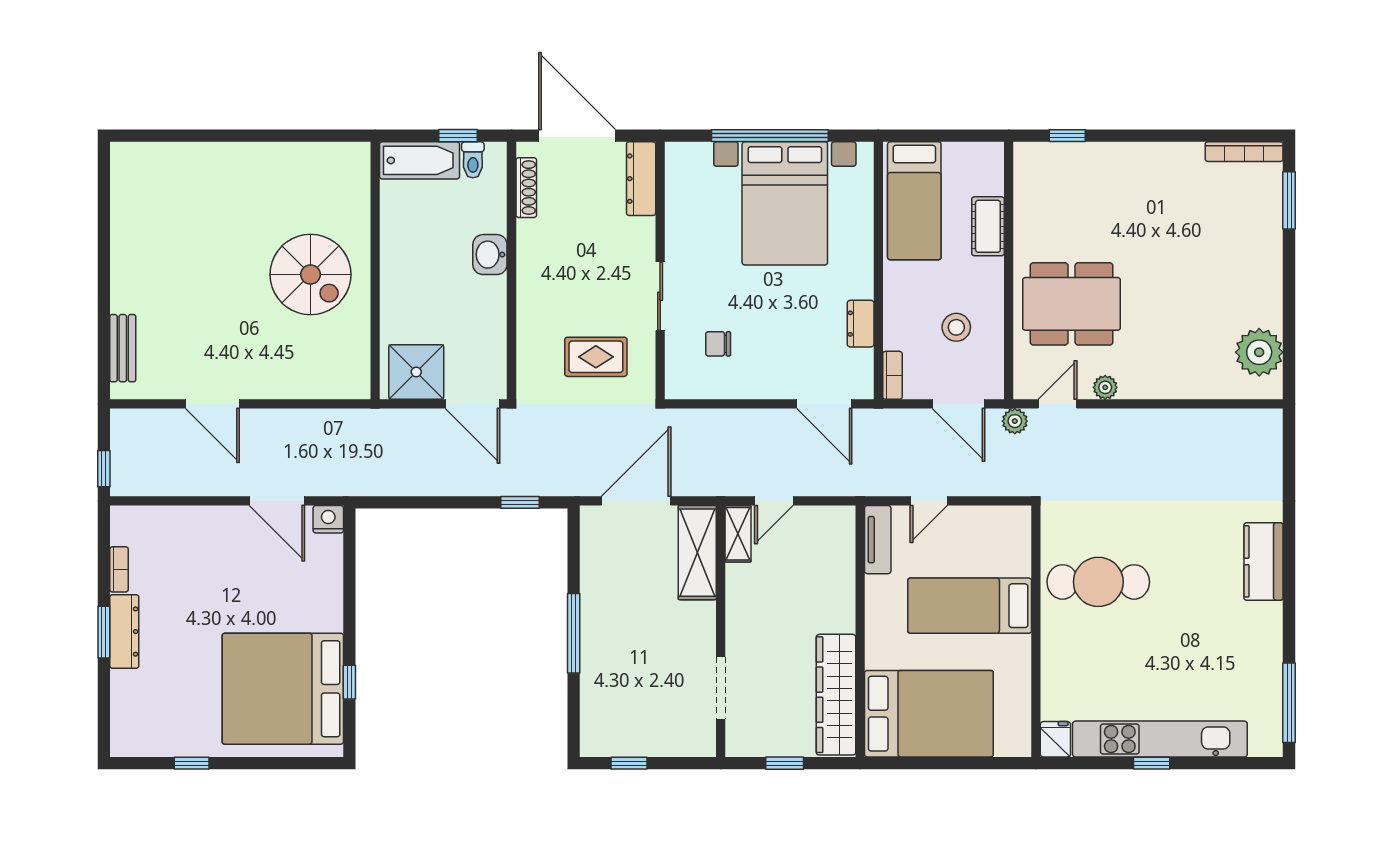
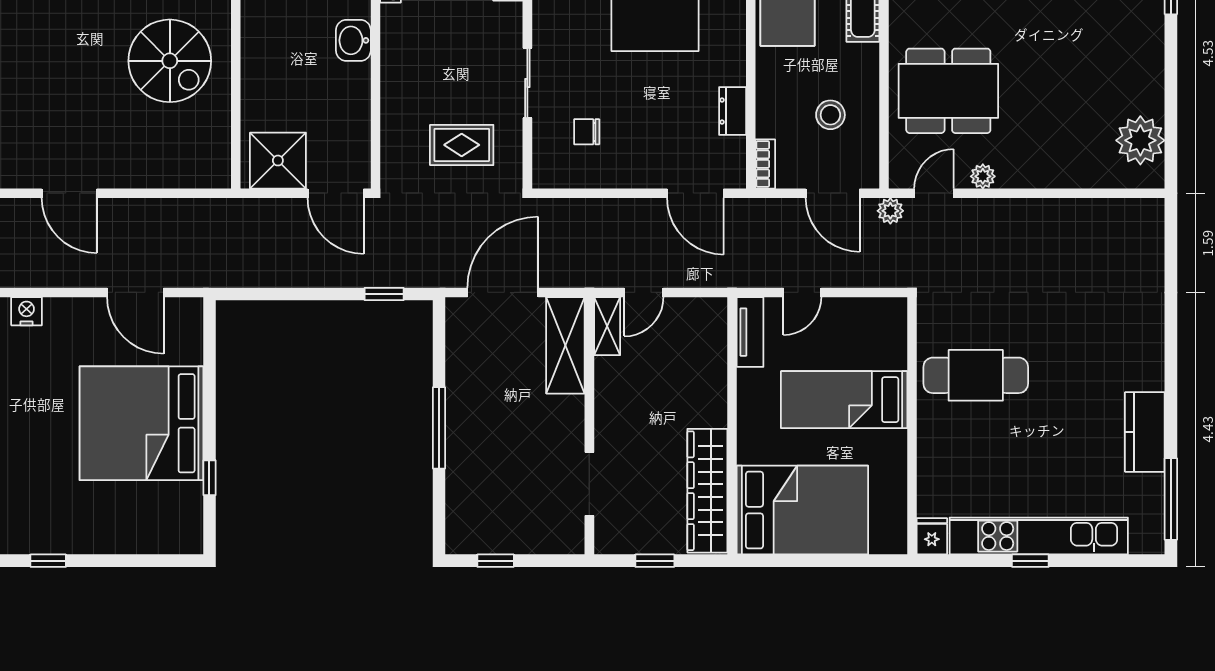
nightstand: (328, 519) -> (27, 311), moved
kitchen counter: (1264, 561) -> (1145, 432), moved
bed: (283, 689) -> (141, 423), moved

